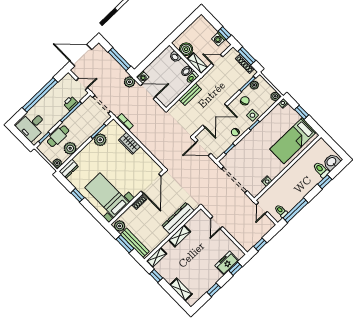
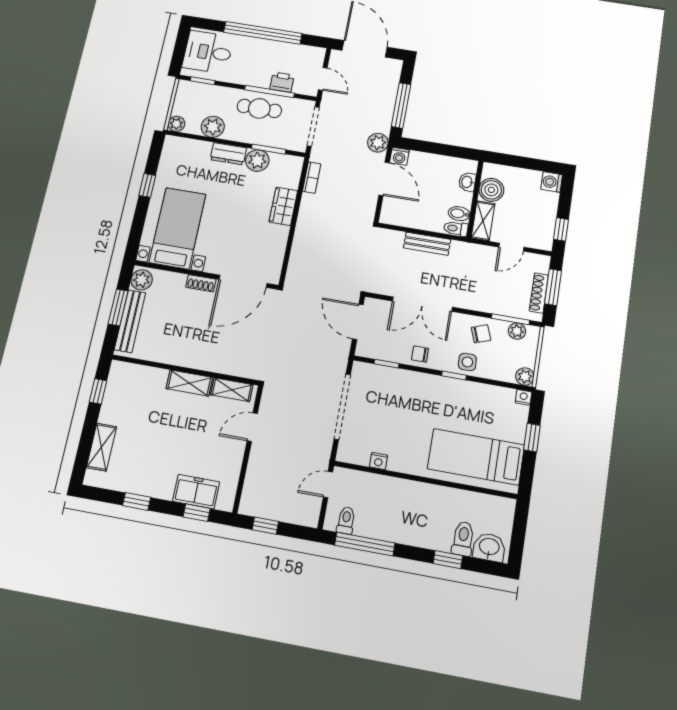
washing machine: (219, 39) -> (552, 182), moved
door: (217, 60) -> (511, 247), swing flipped
cafe table: (58, 136) -> (259, 108), moved
dresser: (69, 169) -> (228, 154), moved
dresser: (178, 218) -> (217, 361), removed
shelving: (157, 257) -> (232, 390), moved

